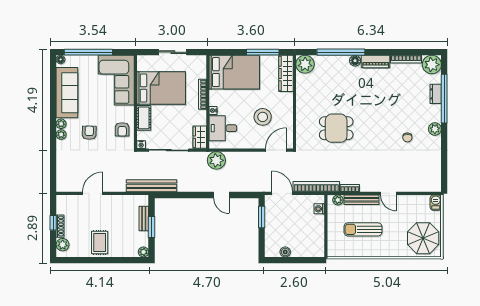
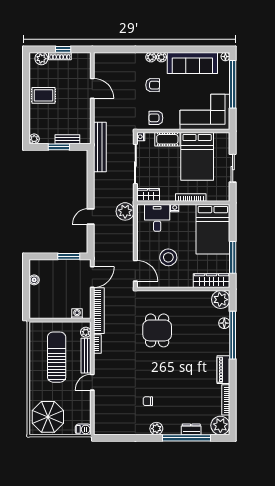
floor lamp: (355, 61) -> (224, 323), moved
sun lounger: (363, 229) -> (57, 357), width x1.36, depth x1.34

